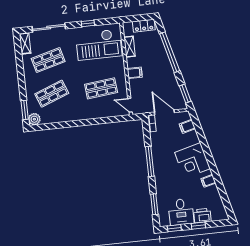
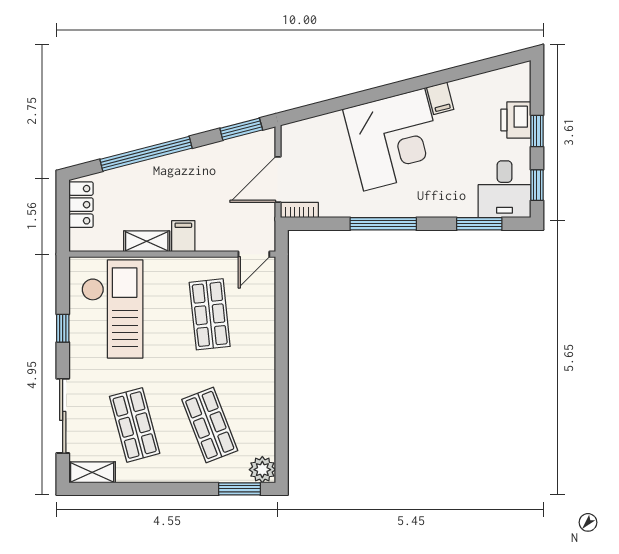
shelving: (130, 47) -> (147, 241), moved
filing cabinet: (187, 126) -> (314, 132), removed
corner desk: (193, 160) -> (394, 140), width x1.36, depth x1.36
desk: (181, 212) -> (505, 189), moved, turned 90

